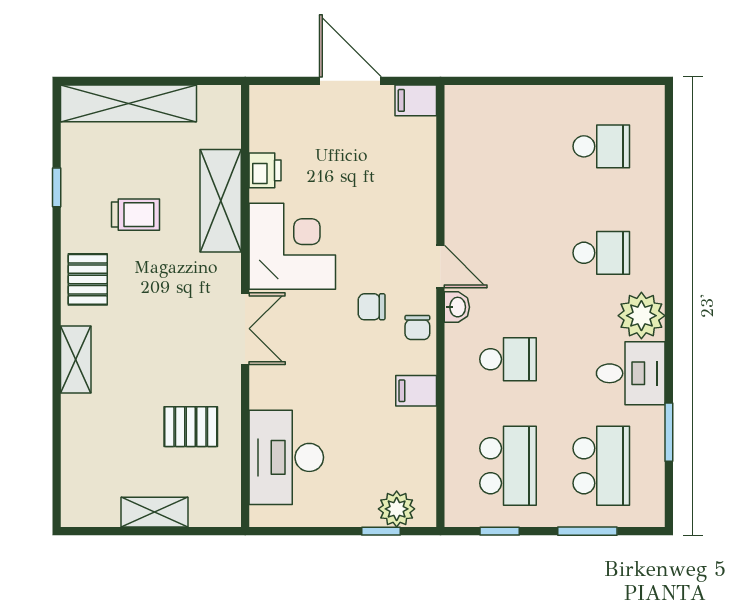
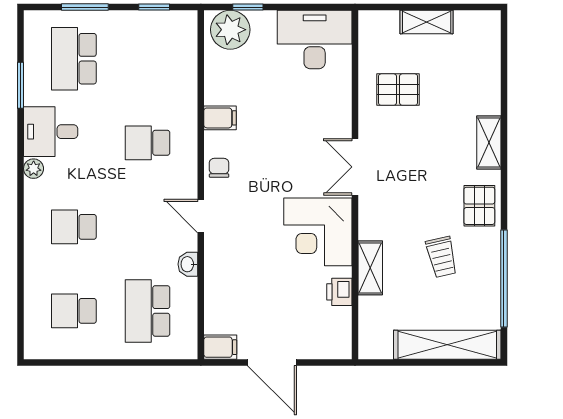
window: (57, 187) -> (504, 278), width x3.17
shelving: (221, 201) -> (370, 268), width x0.67, depth x0.75
trolley: (136, 215) -> (442, 257), turned -103
chair: (372, 307) -> (255, 184), removed
washbasin: (457, 307) -> (188, 264), moved
plant: (641, 316) -> (34, 169), width x0.53, depth x0.53
desk: (286, 457) -> (315, 40), moved, turned -90
school desk: (508, 466) -> (147, 311), moved
plant: (397, 509) -> (230, 30), width x1.36, depth x1.36

